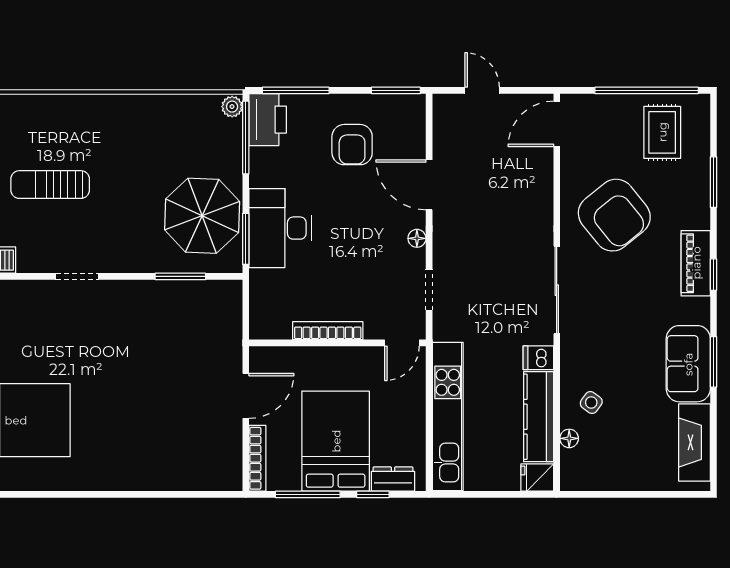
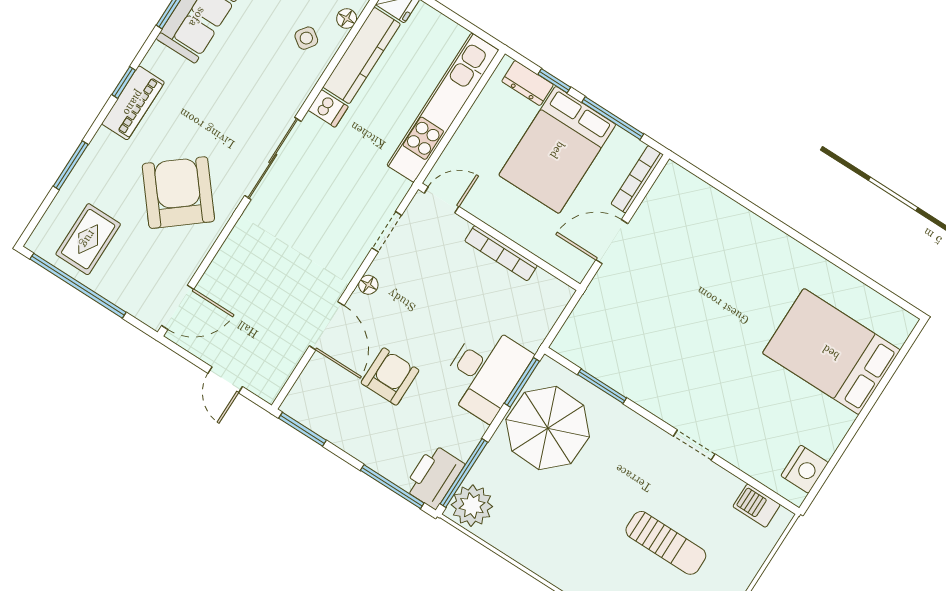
plant: (232, 107) -> (472, 506), width x1.88, depth x1.88
armchair: (352, 145) -> (390, 377), moved

